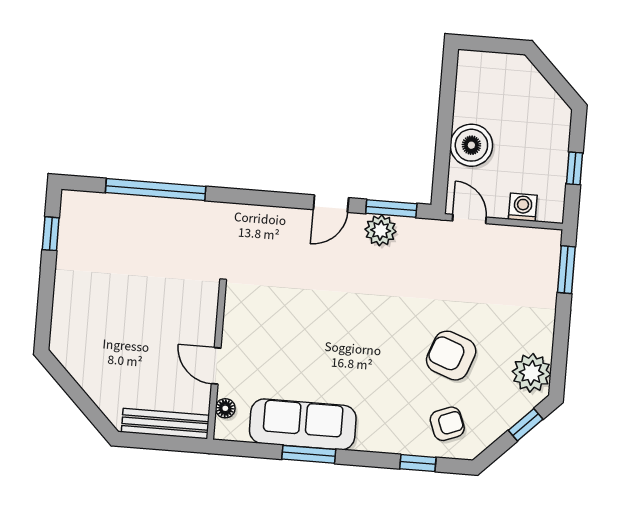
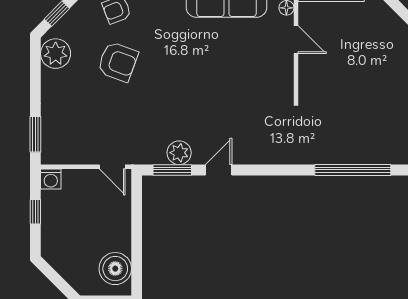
boiler: (471, 145) -> (115, 269), moved
washing machine: (523, 207) -> (51, 179), moved

